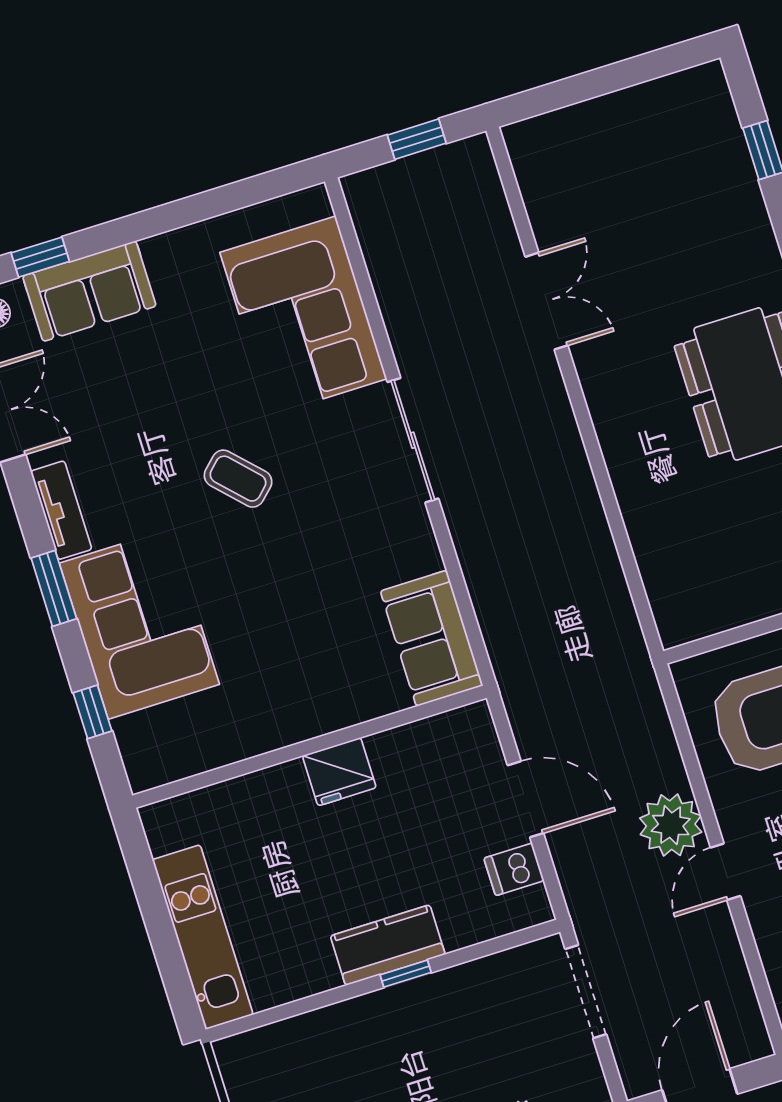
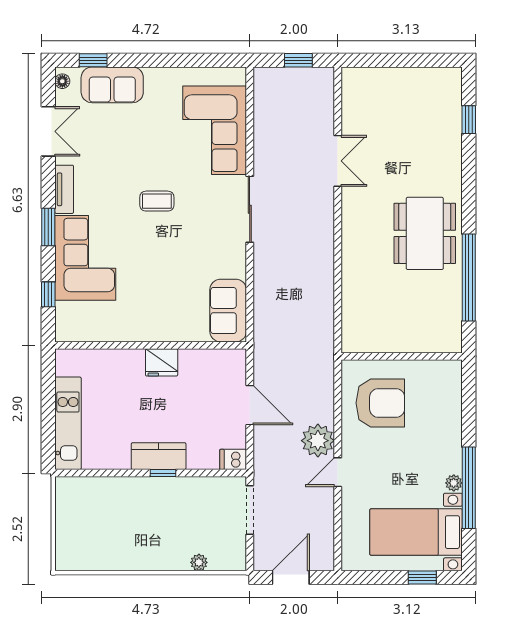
coffee table: (238, 479) -> (157, 201), turned -46
dishwasher: (514, 869) -> (233, 459), moved

